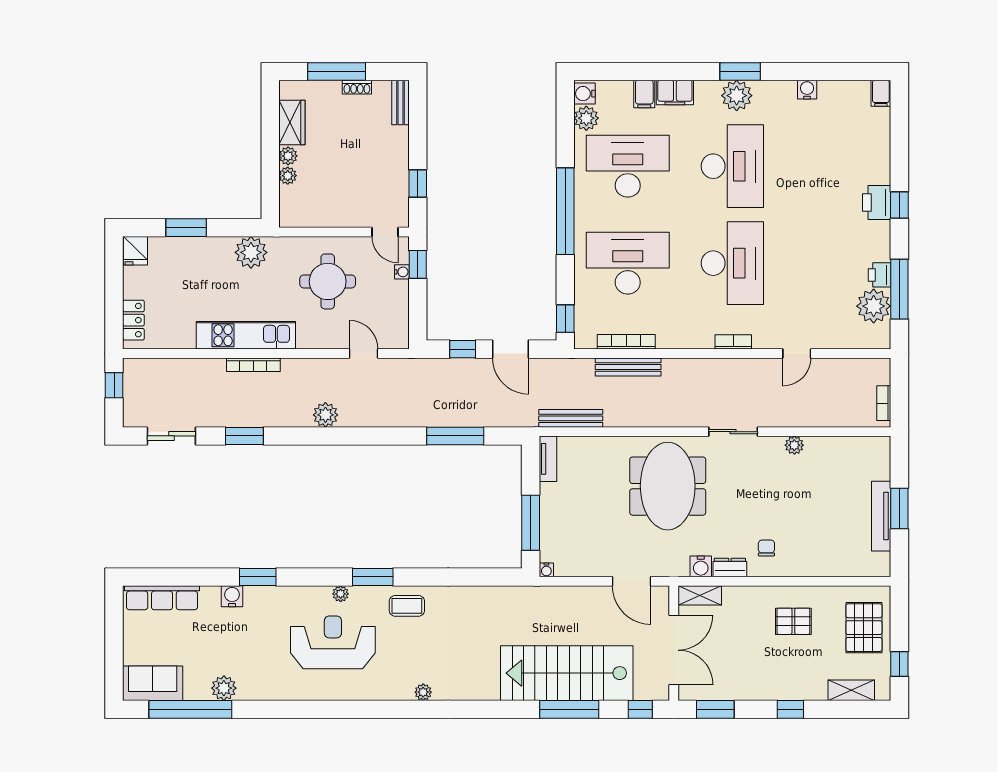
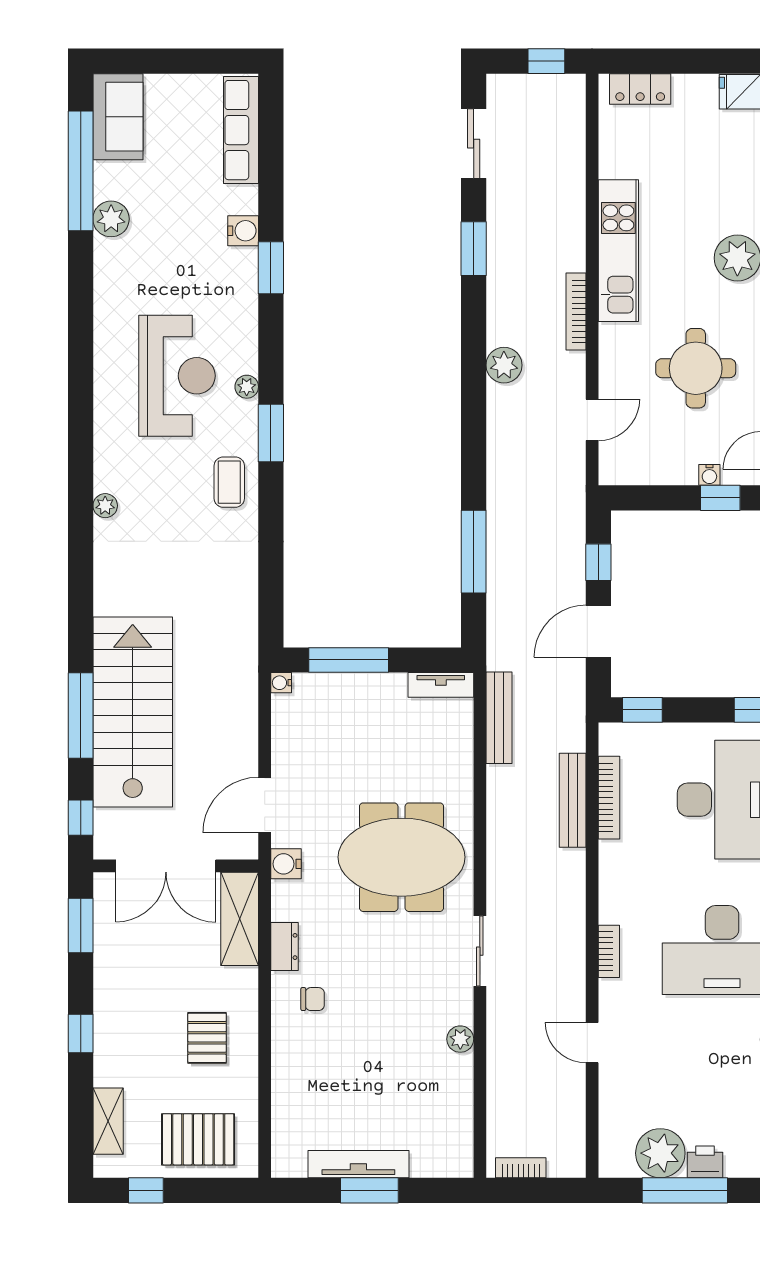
bookcase: (253, 365) -> (576, 312), moved
water cooler: (701, 566) -> (286, 864), moved
shelving: (700, 595) -> (240, 919), width x1.50, depth x1.33

